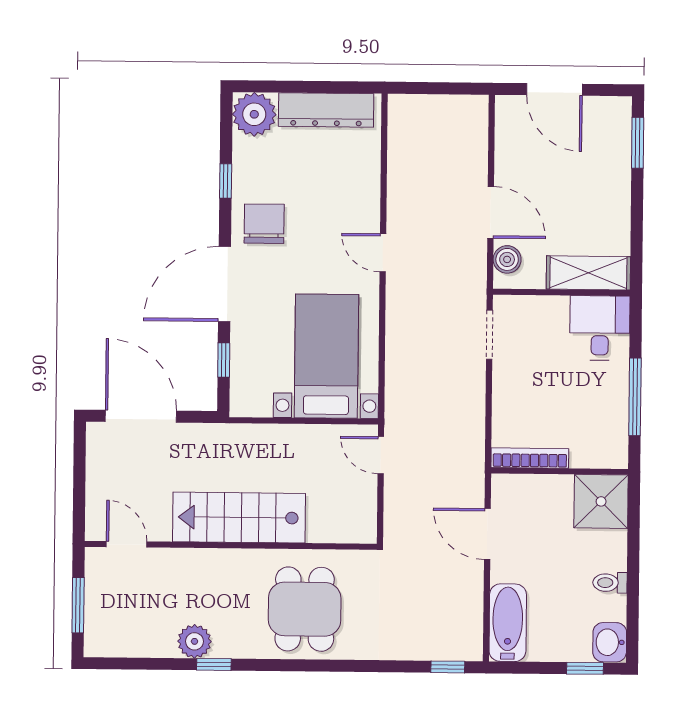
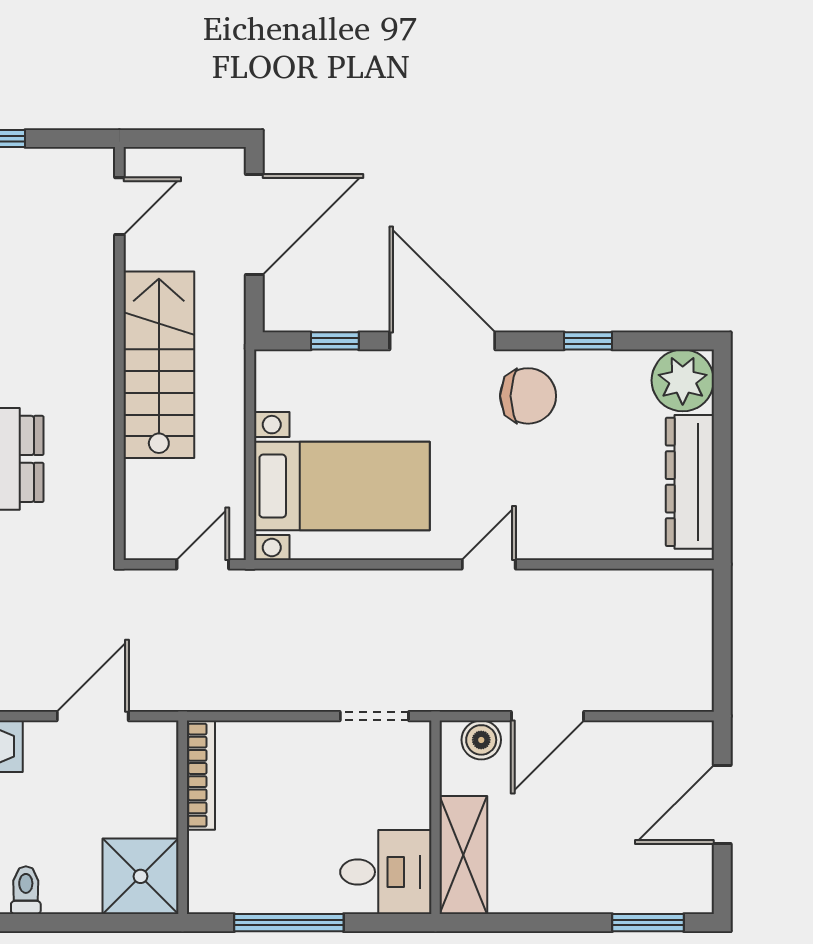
stairs: (239, 518) -> (159, 365), moved
door: (127, 544) -> (119, 206), moved
wall: (231, 545) -> (119, 354), moved

